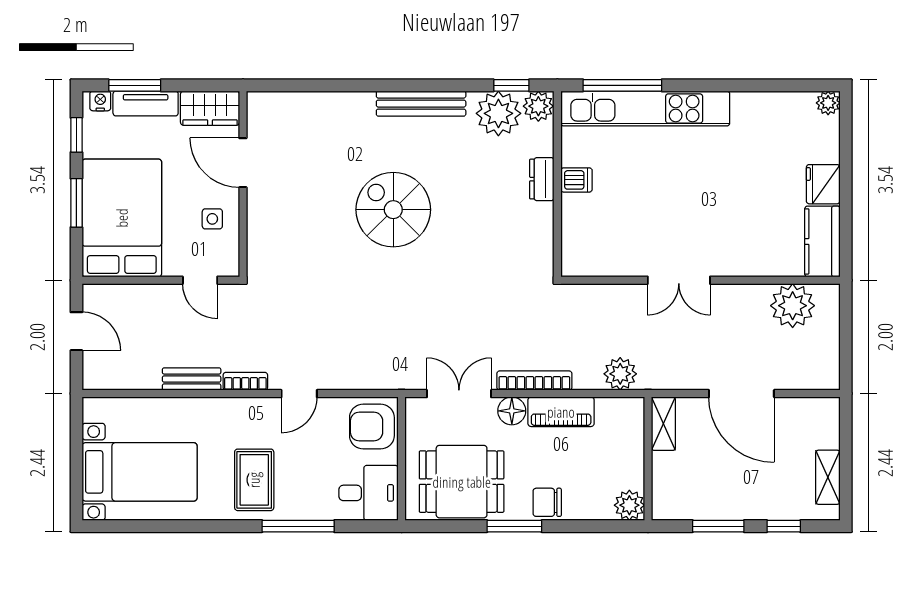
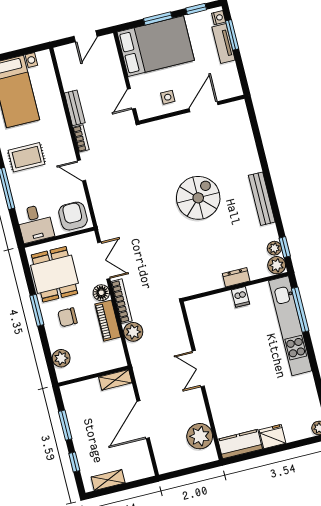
wardrobe: (210, 108) -> (230, 80), removed
plant: (498, 113) -> (274, 248), width x0.53, depth x0.53
plant: (620, 374) -> (133, 332), moved
chair: (547, 502) -> (67, 317), moved, turned -90
plant: (629, 505) -> (61, 358), moved

